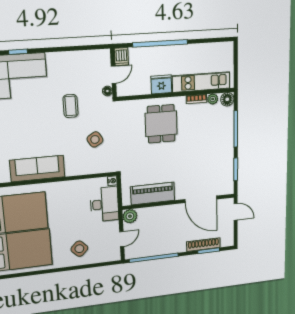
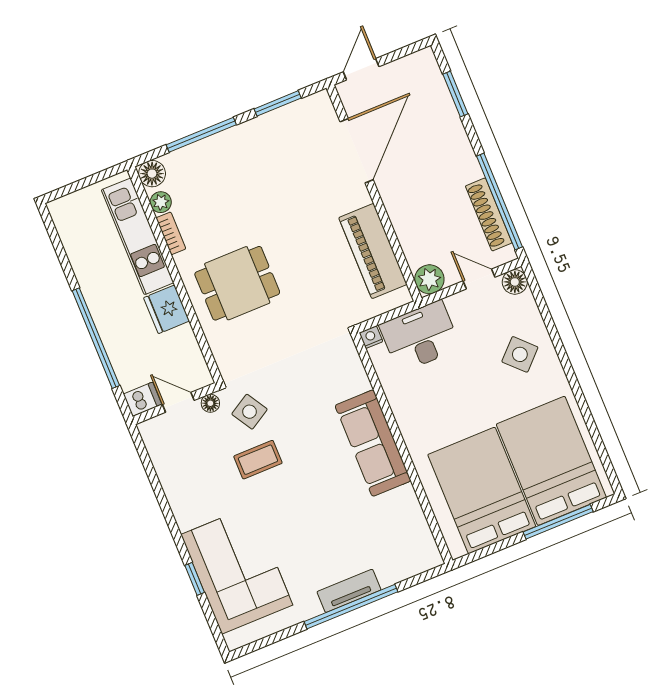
side table: (95, 139) -> (250, 412), moved
sofa: (37, 169) -> (373, 443), moved
shoe rack: (203, 245) -> (489, 214), moved
floor lamp: (115, 255) -> (515, 282), added

